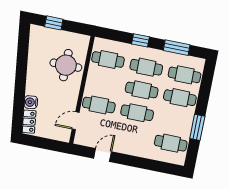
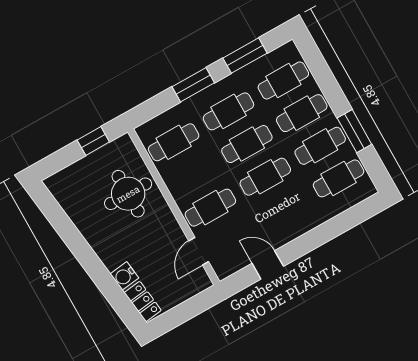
window: (54, 23) -> (93, 141), moved
window: (141, 40) -> (193, 85), width x1.50
cafe table: (175, 120) -> (320, 146), added
door: (103, 155) -> (268, 265), hinge flipped

